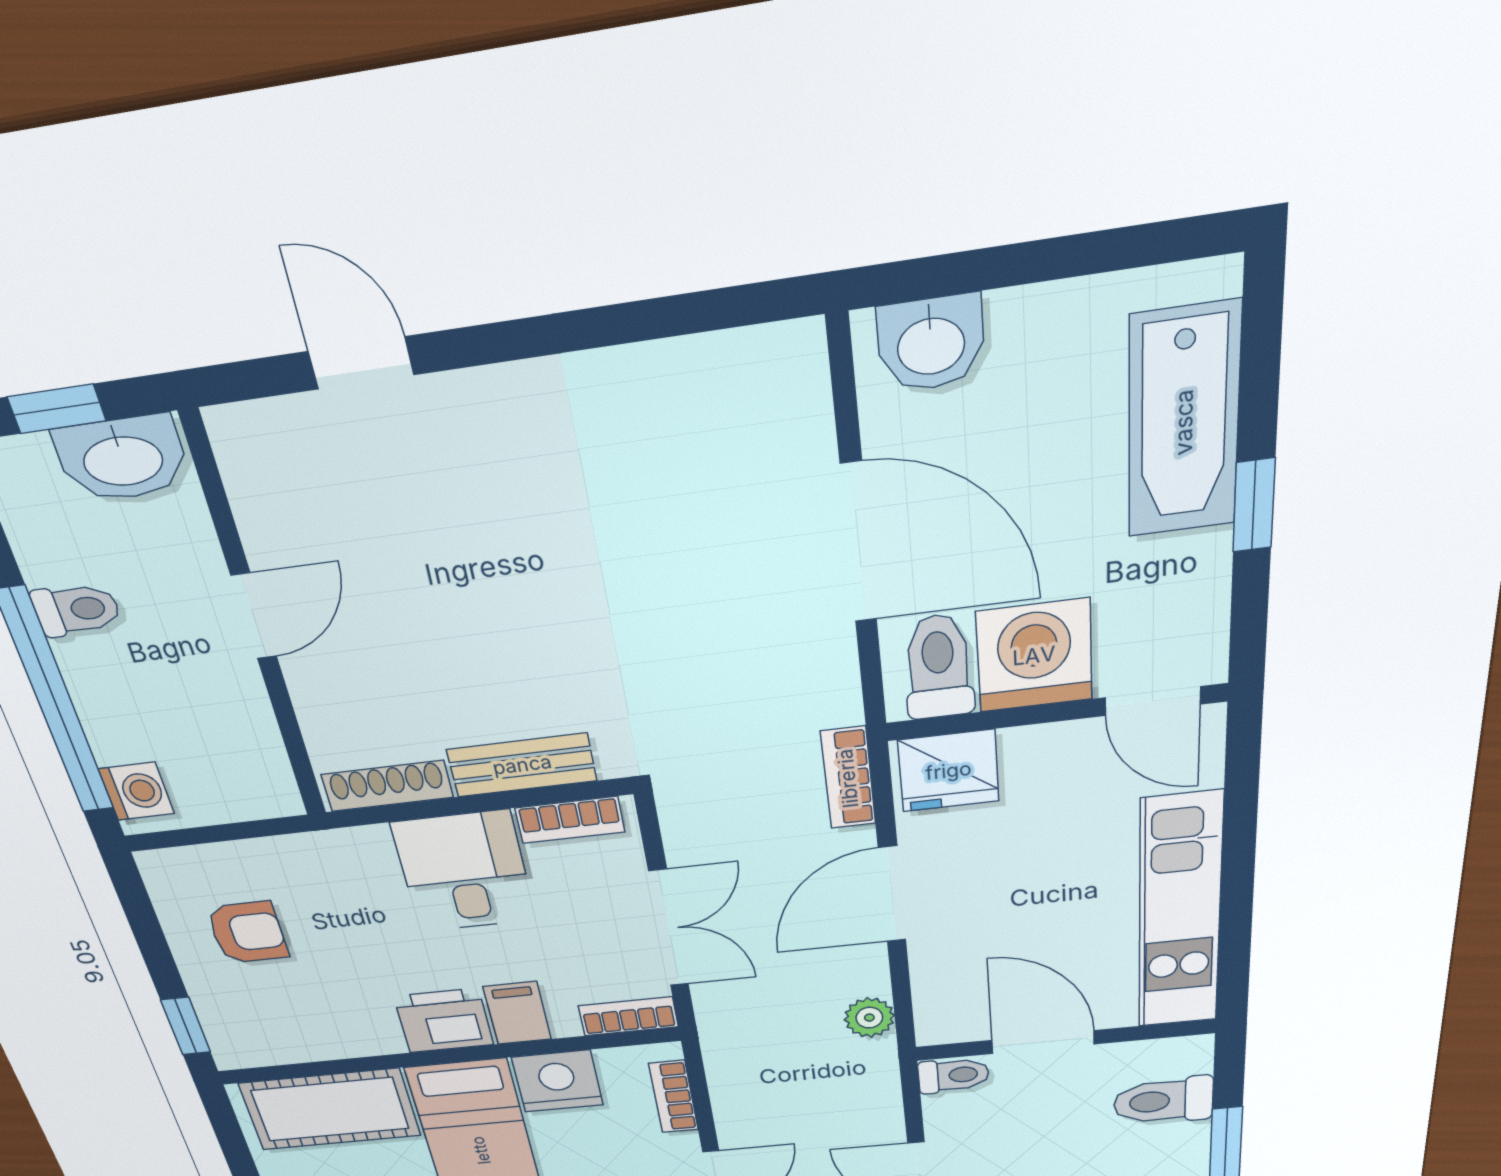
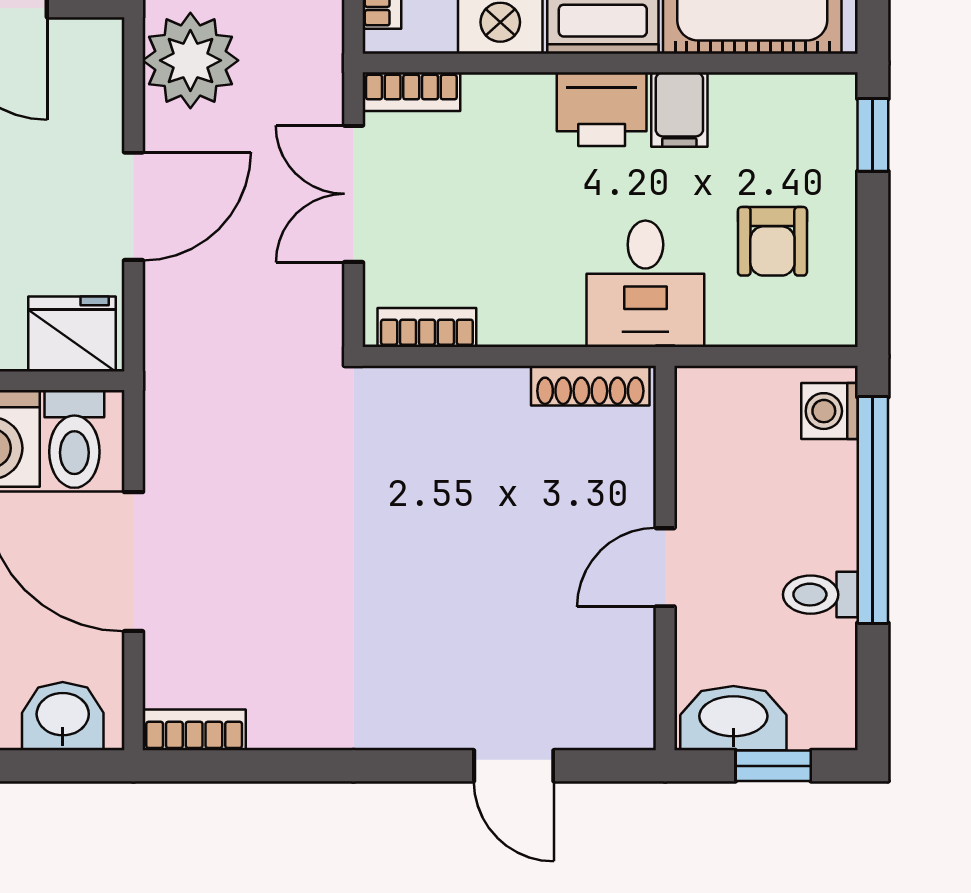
bench: (522, 765) -> (460, 391), removed
bookcase: (848, 778) -> (194, 730), moved, turned -90
desk: (464, 872) -> (645, 284), moved
armchair: (247, 932) -> (772, 241), turned -90
filing cabinet: (517, 1013) -> (679, 110), moved
plant: (869, 1018) -> (190, 60), width x1.87, depth x1.87

